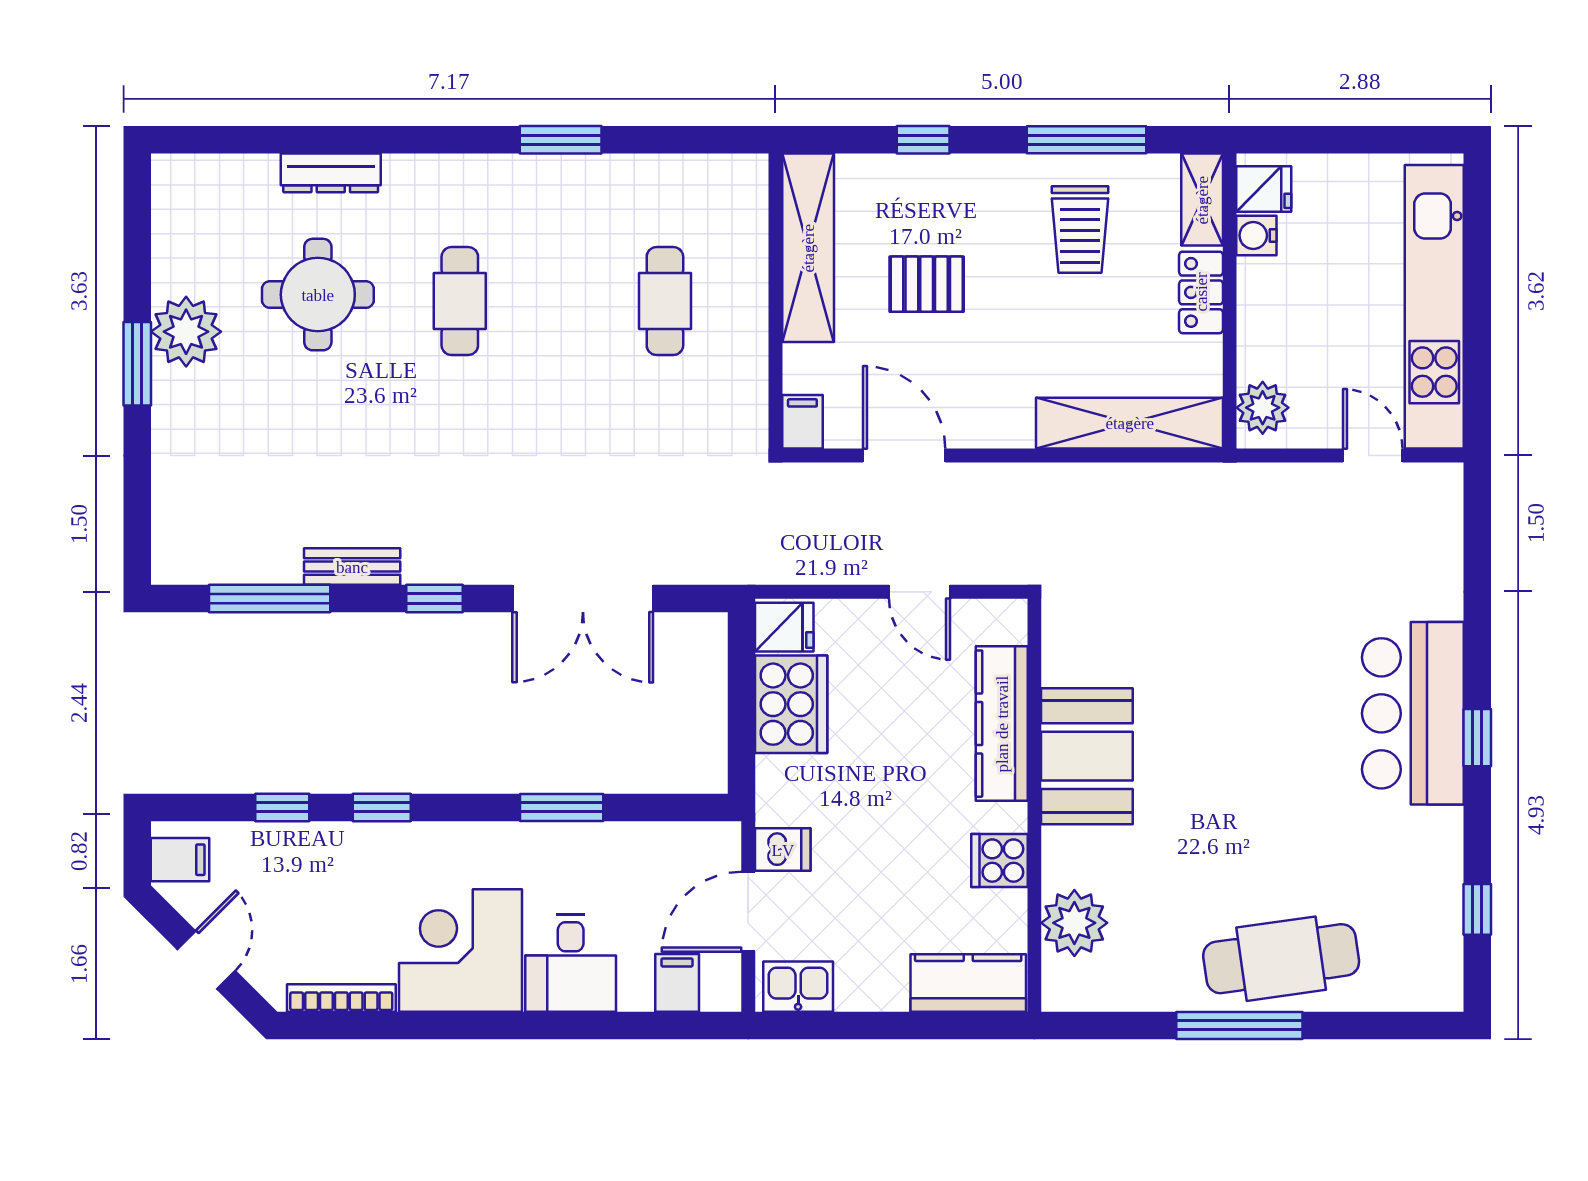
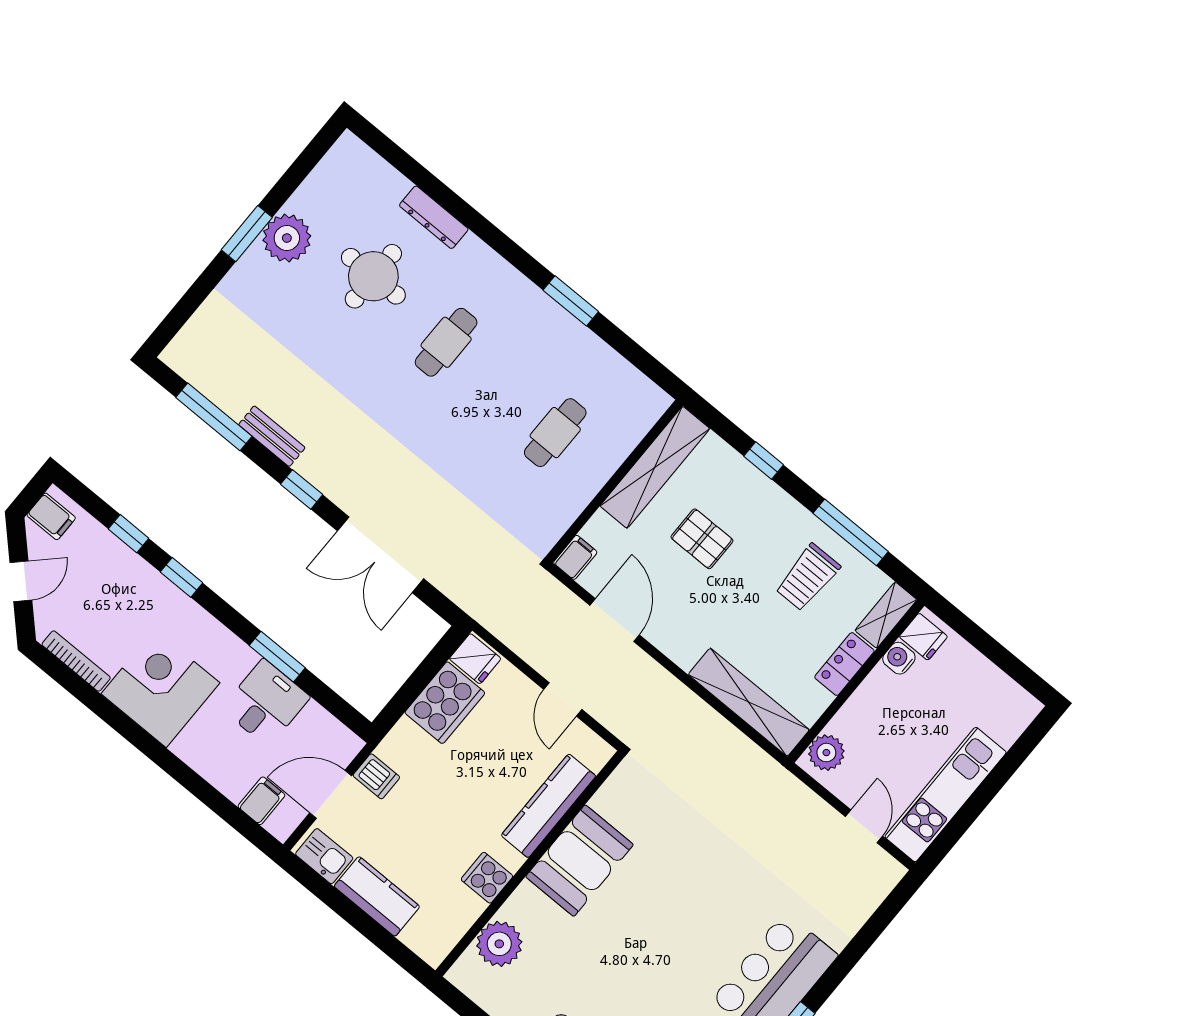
kitchen unit: (1434, 307) -> (946, 795), width x0.73
desk: (571, 963) -> (266, 703), moved, turned 180
kitchen counter: (968, 983) -> (377, 896), moved

